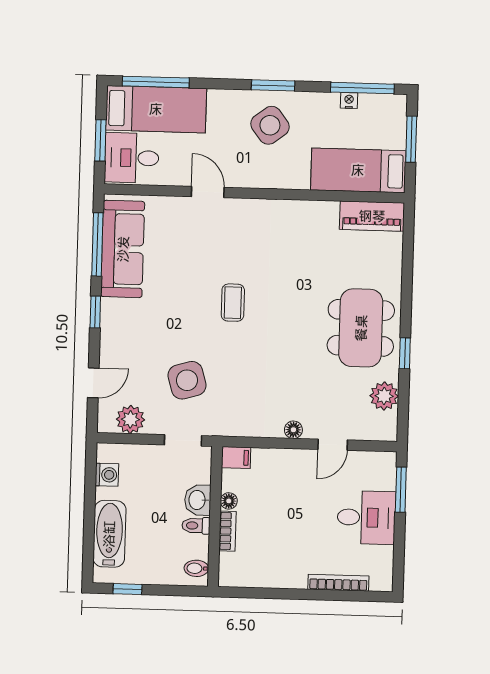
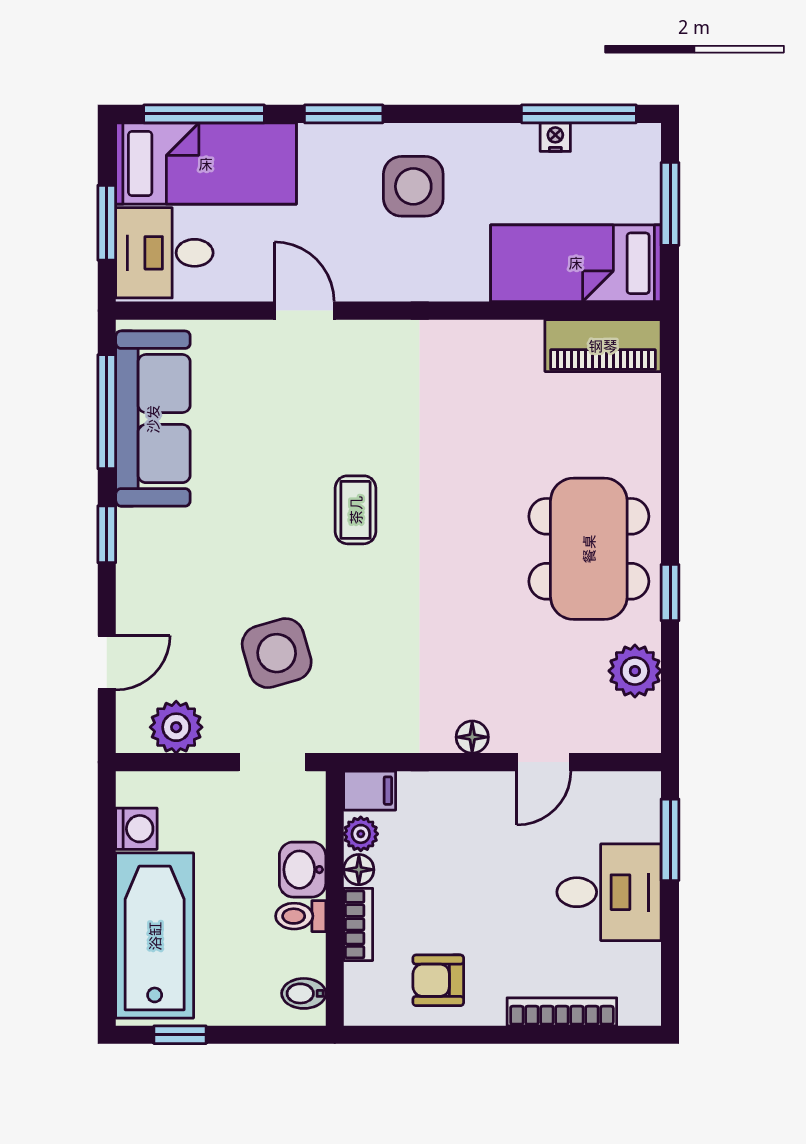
window: (273, 85) -> (344, 114), moved
side table: (270, 125) -> (413, 186), turned 37
plant: (230, 481) -> (361, 834), added
bathtub: (109, 534) -> (155, 936), width x1.36, depth x1.36
armchair: (271, 563) -> (438, 980), added

